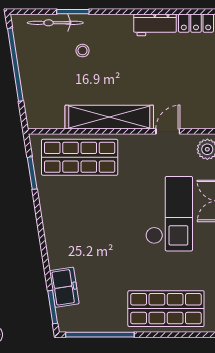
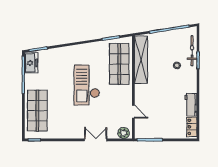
shelving: (109, 117) -> (141, 60), moved
checkout: (169, 214) -> (87, 85), moved, turned 90
freezer: (64, 287) -> (31, 63), moved, turned -81

